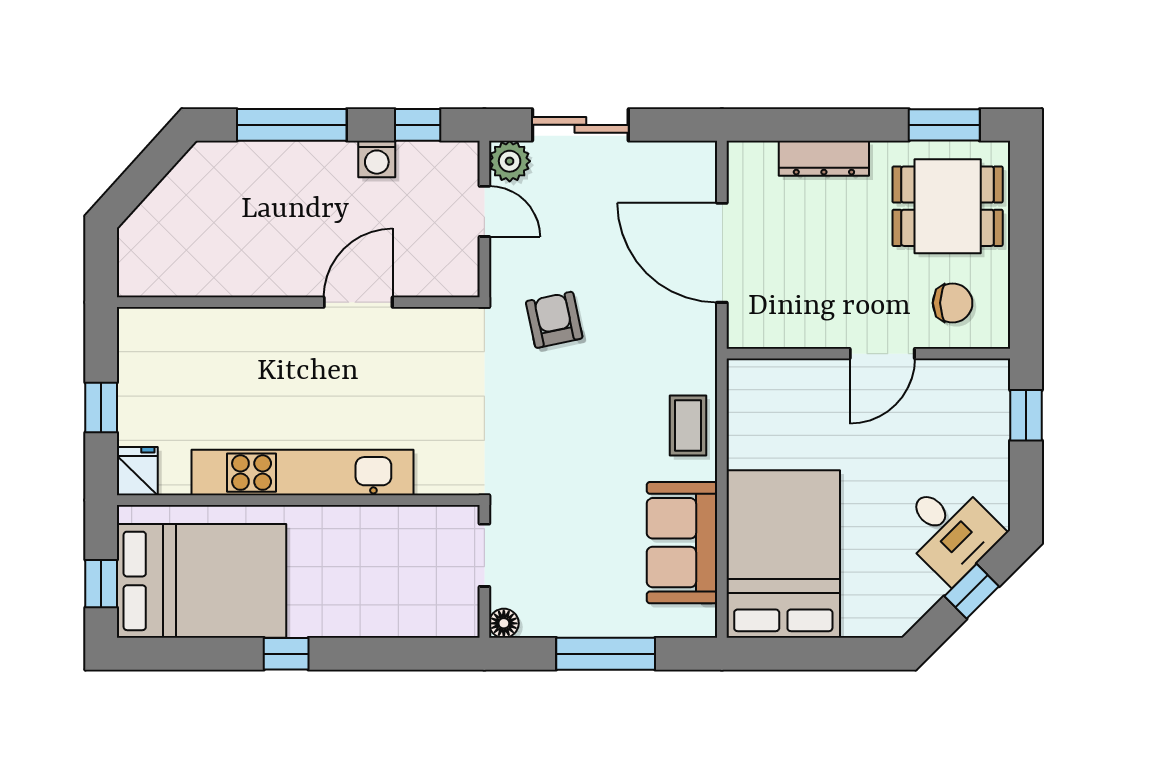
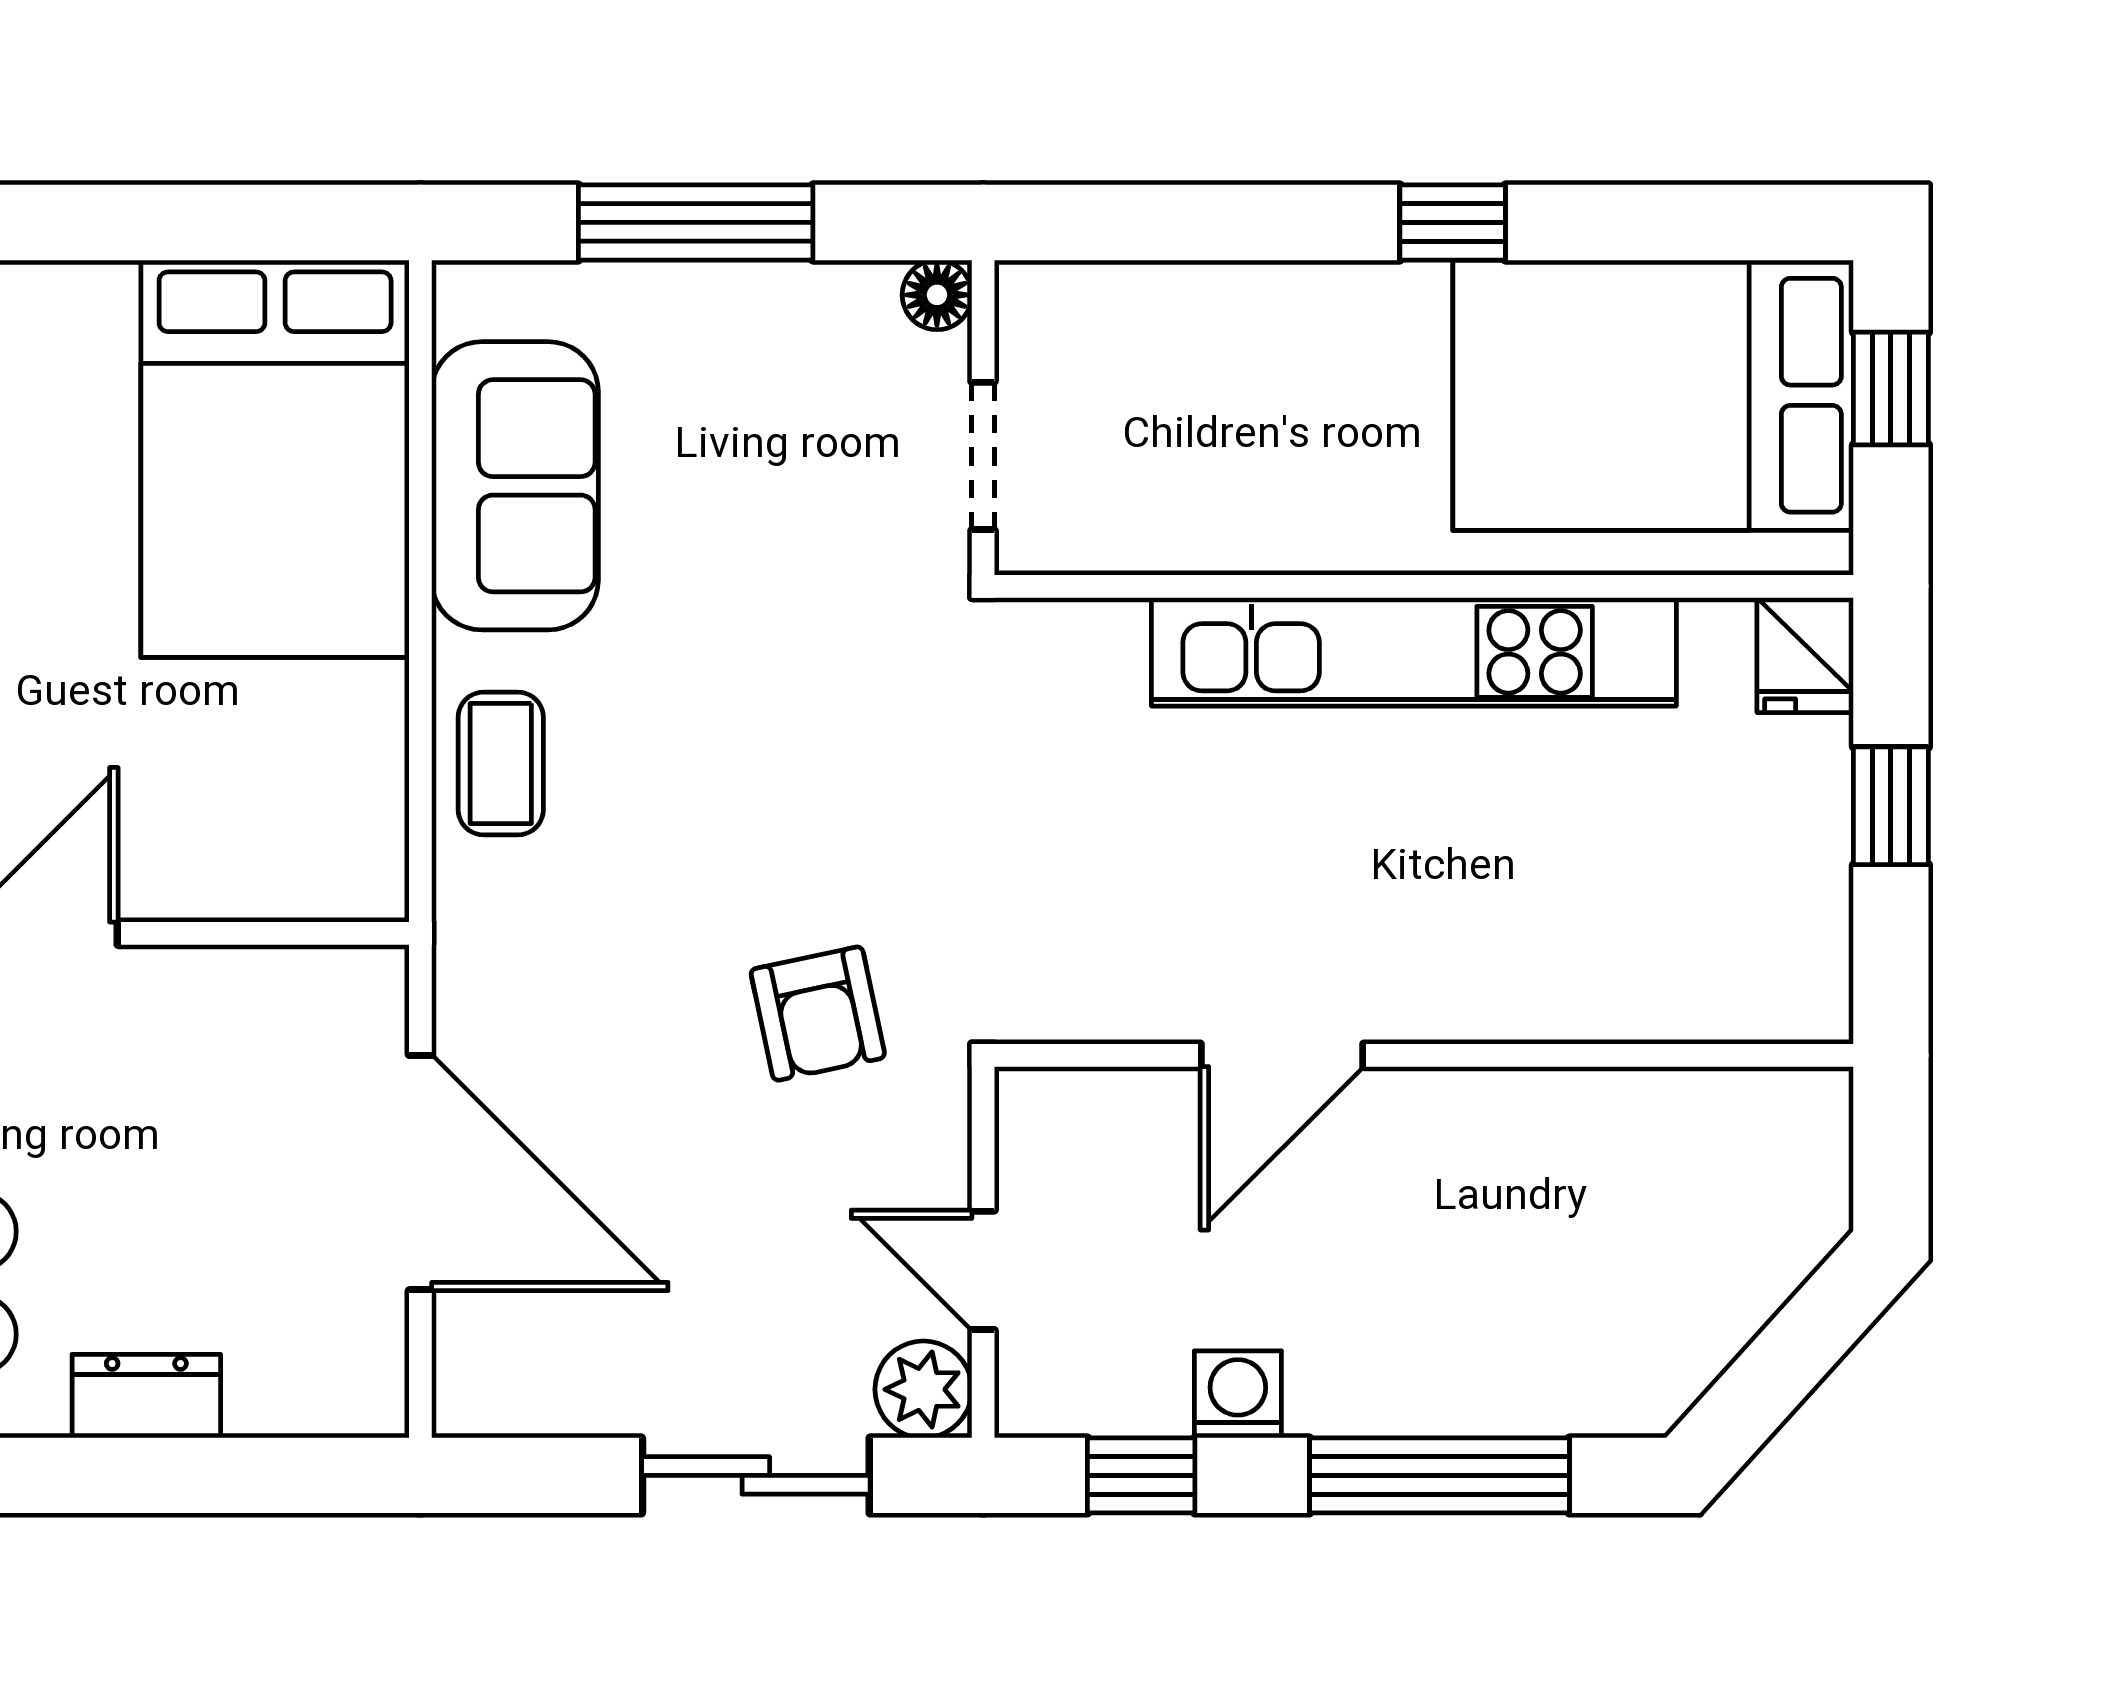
dresser: (824, 158) -> (146, 1396), width x0.70

